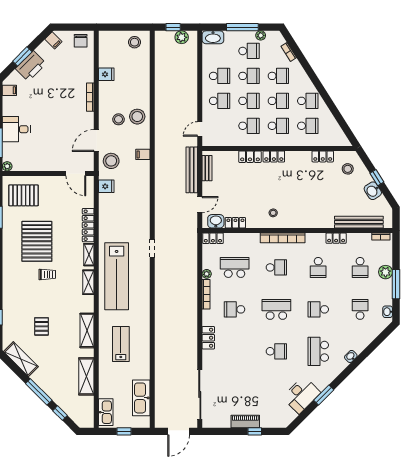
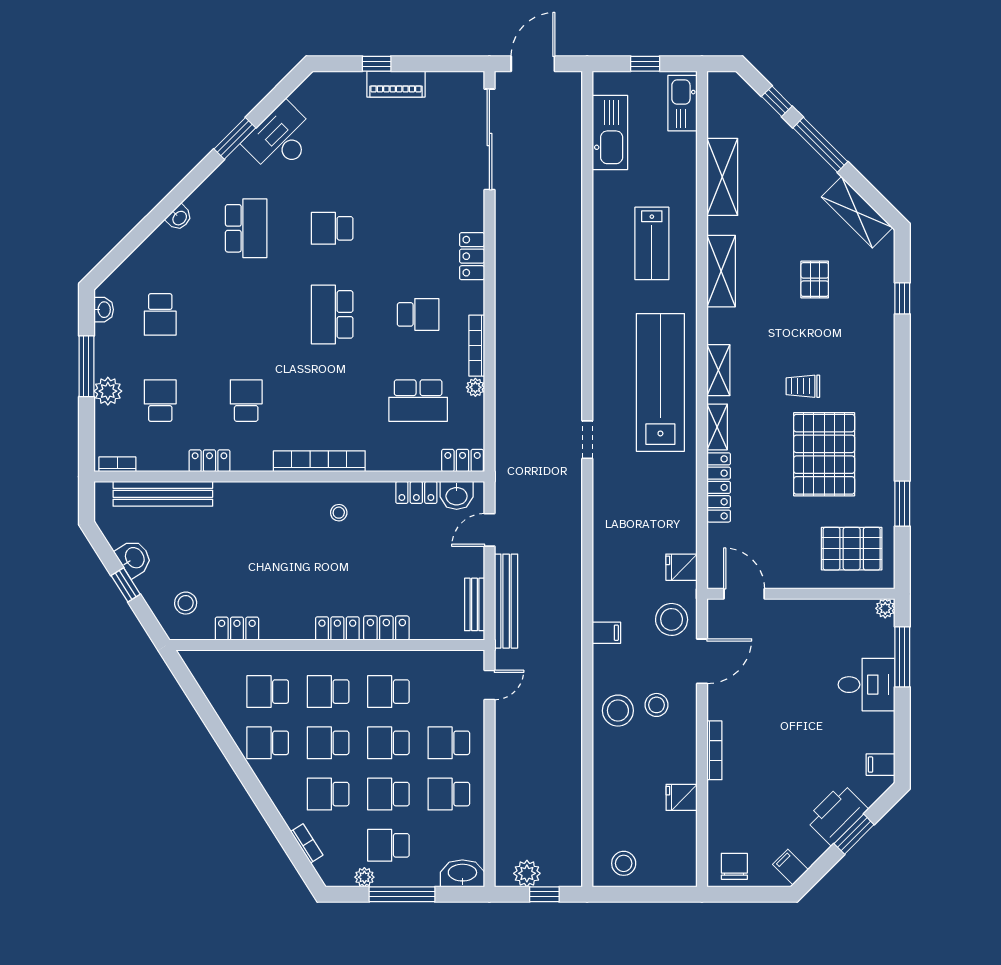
school desk: (276, 267) -> (332, 401), removed
school desk: (276, 309) -> (332, 314), turned 90
school desk: (318, 309) -> (246, 314), removed

